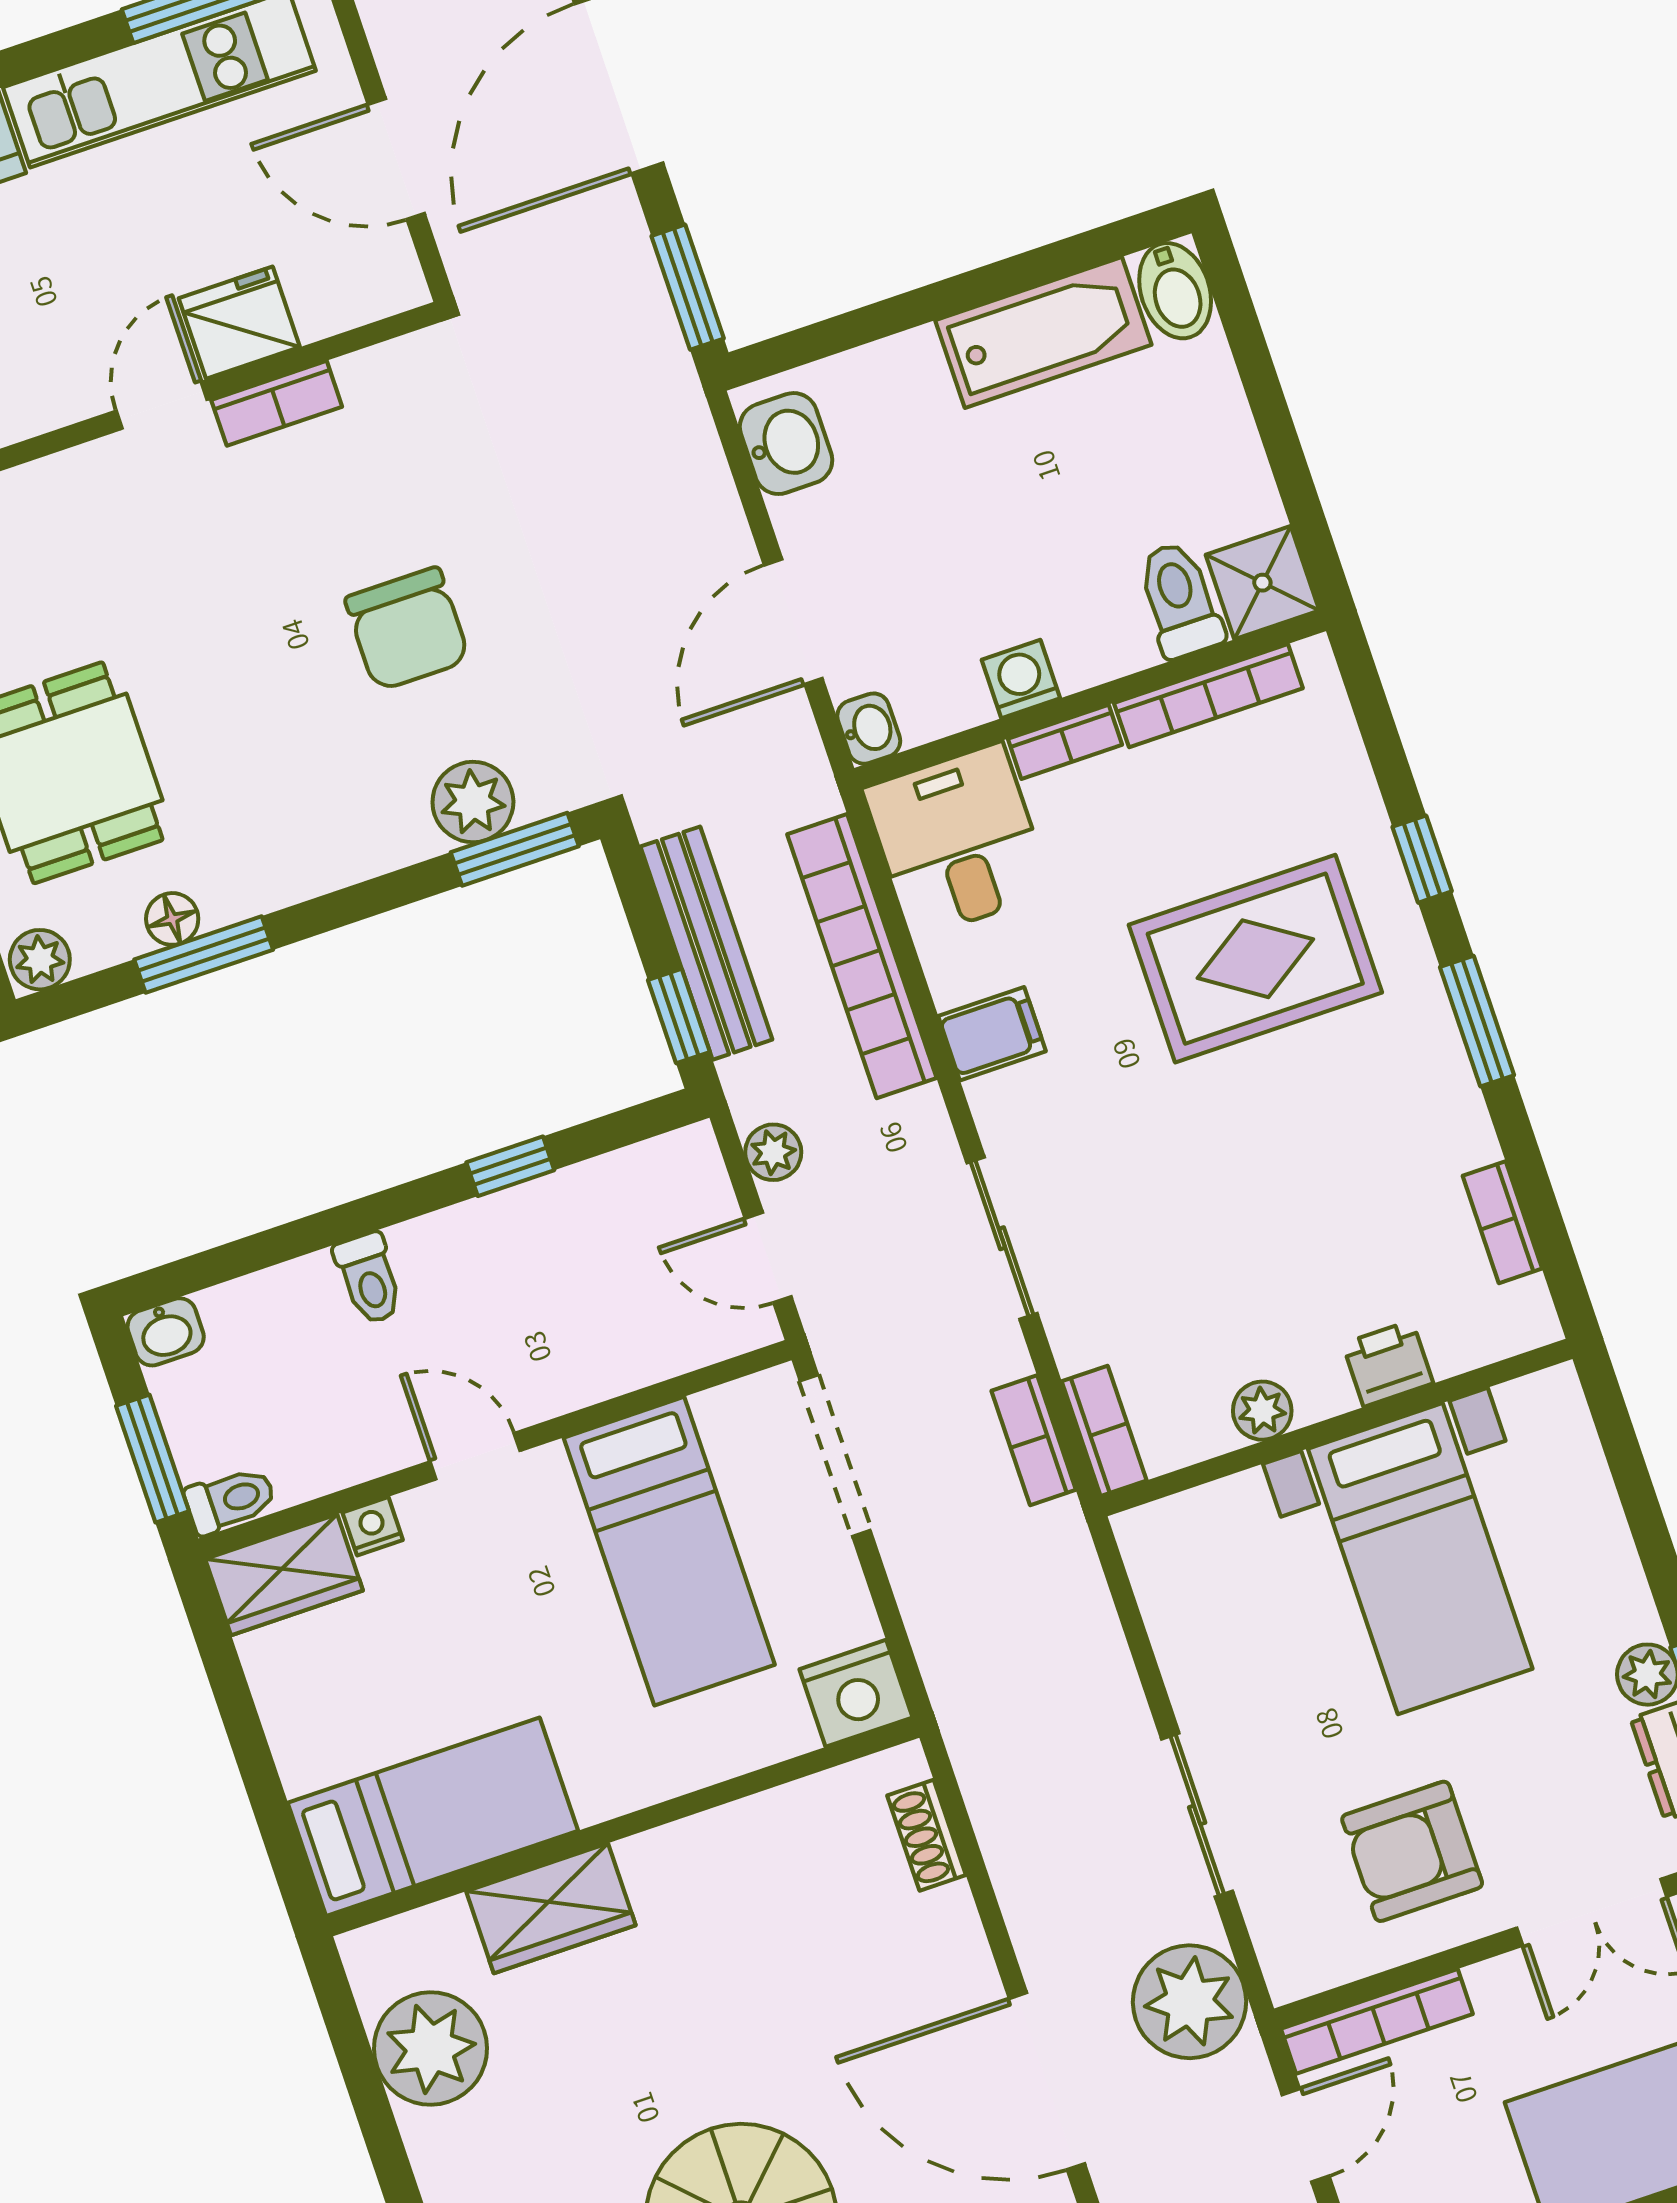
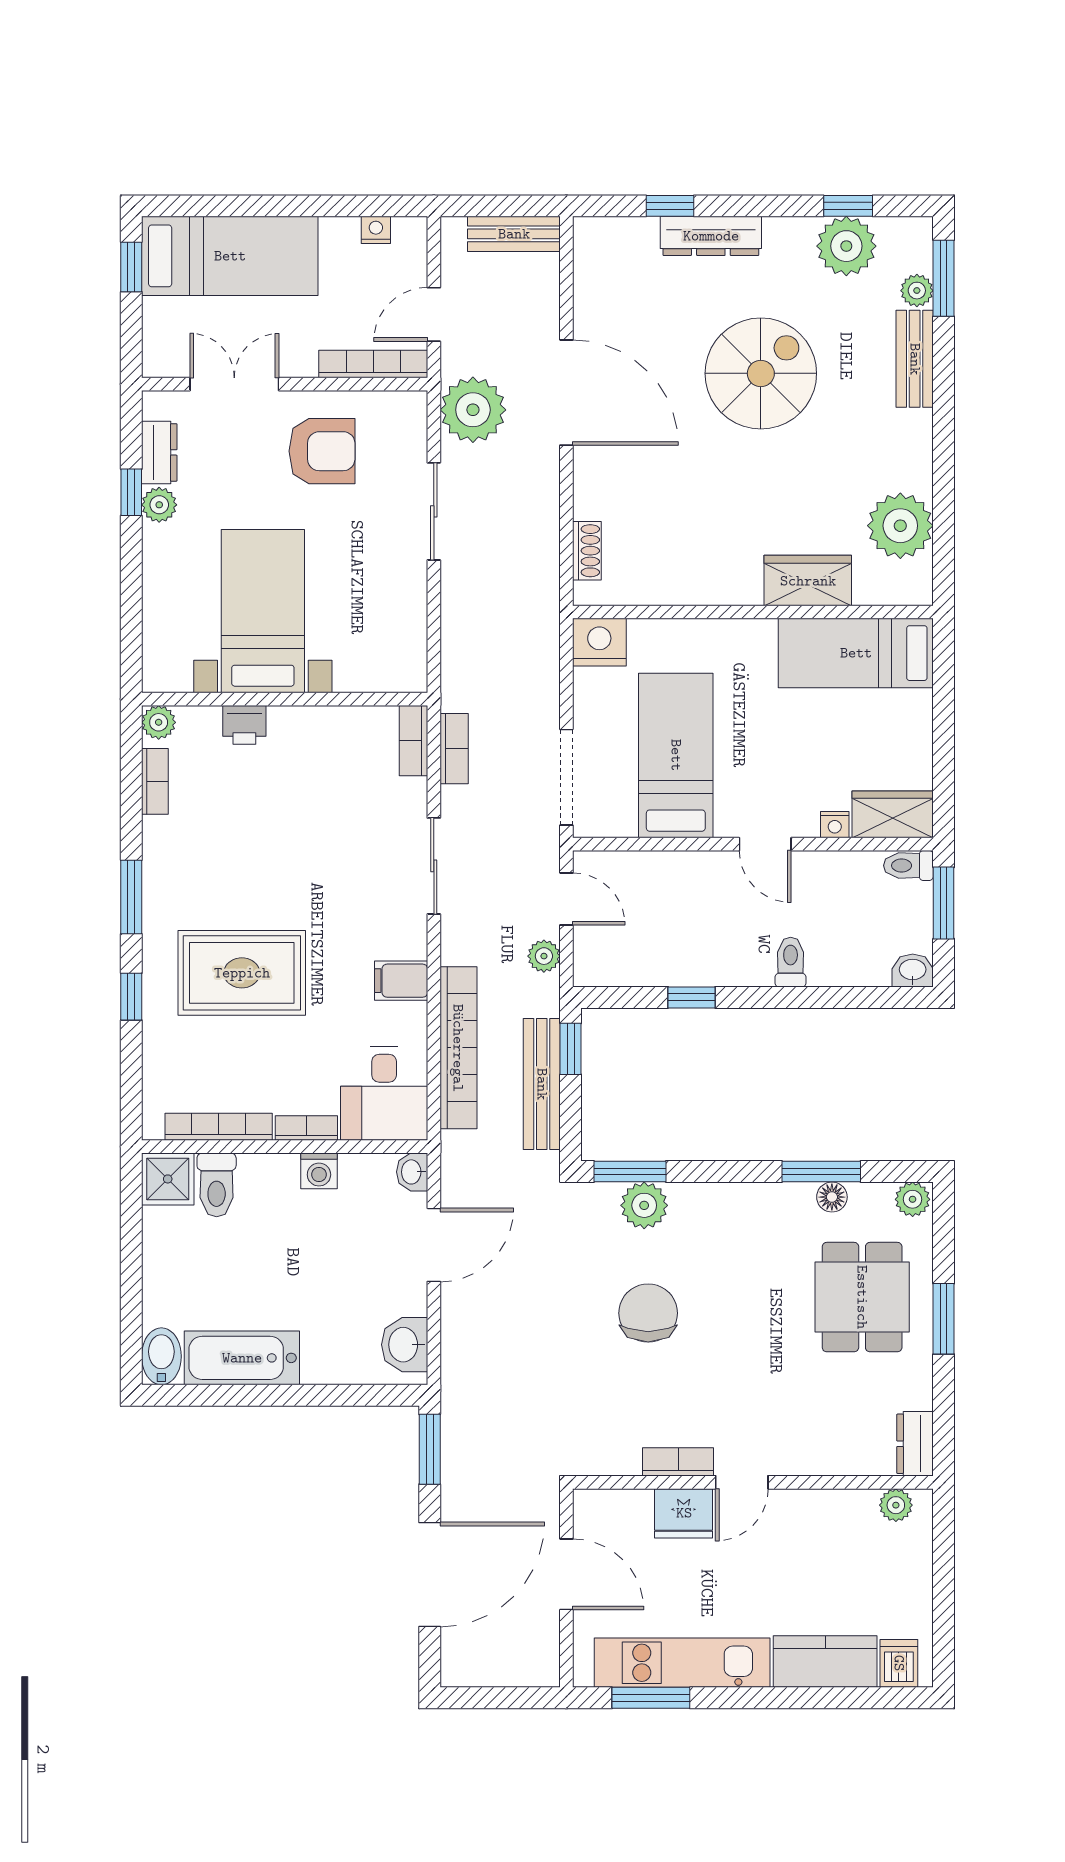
plant: (1262, 1411) -> (159, 722), moved

